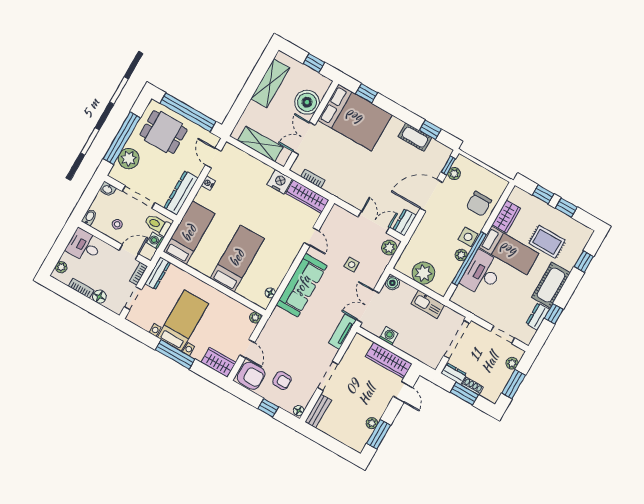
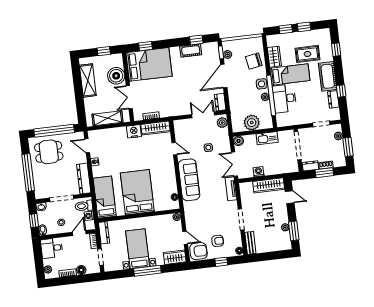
plant: (129, 159) -> (40, 181), removed
window: (87, 199) -> (34, 221), added
chair: (479, 204) -> (254, 61), turned 80
bed: (237, 258) -> (137, 192), width x1.50

